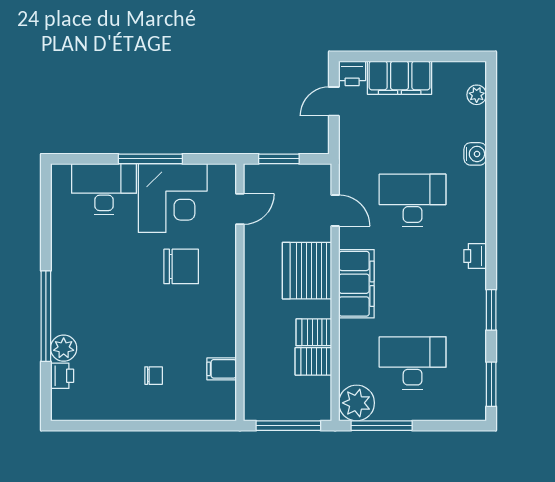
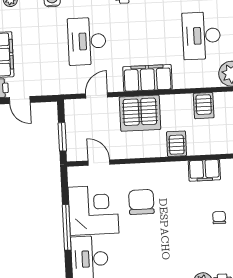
server rack: (314, 332) -> (177, 144), moved, turned 180
filing cabinet: (222, 369) -> (204, 170), width x2.00

